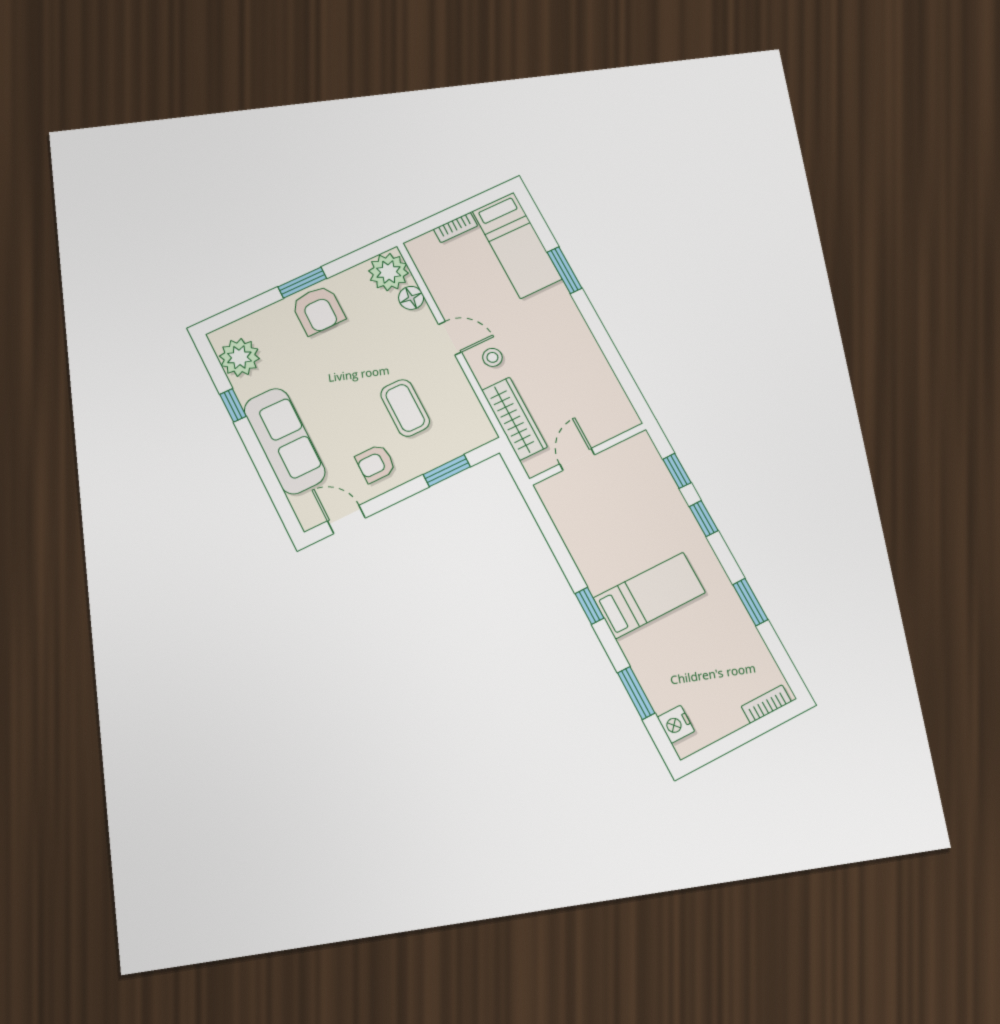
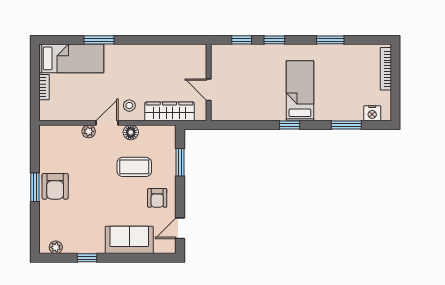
plant: (389, 272) -> (89, 131), moved, width x0.53, depth x0.53
floor lamp: (411, 298) -> (131, 132), moved
armchair: (318, 310) -> (55, 186), turned 90
plant: (239, 357) -> (56, 247), width x0.53, depth x0.53
sofa: (285, 441) -> (129, 240), width x0.73
bookcase: (766, 704) -> (386, 69), width x1.56

